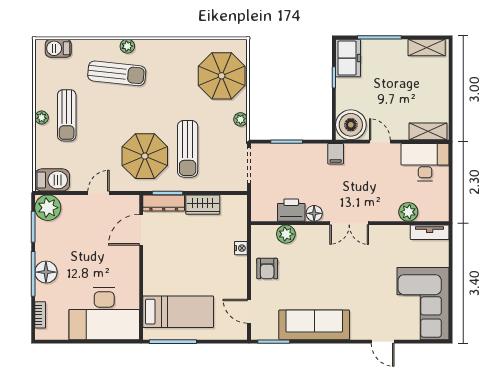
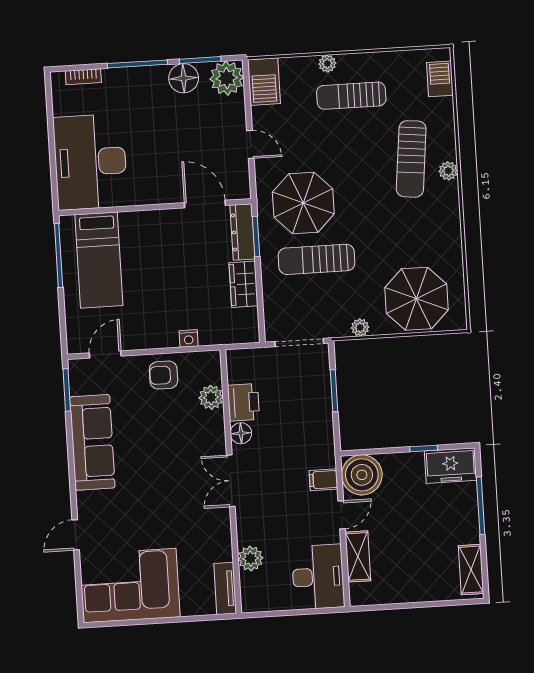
plant: (42, 118) -> (327, 64), moved
shelving: (428, 131) -> (358, 556), moved
filing cabinet: (336, 154) -> (323, 480), moved
floor lamp: (46, 272) -> (184, 78), moved

